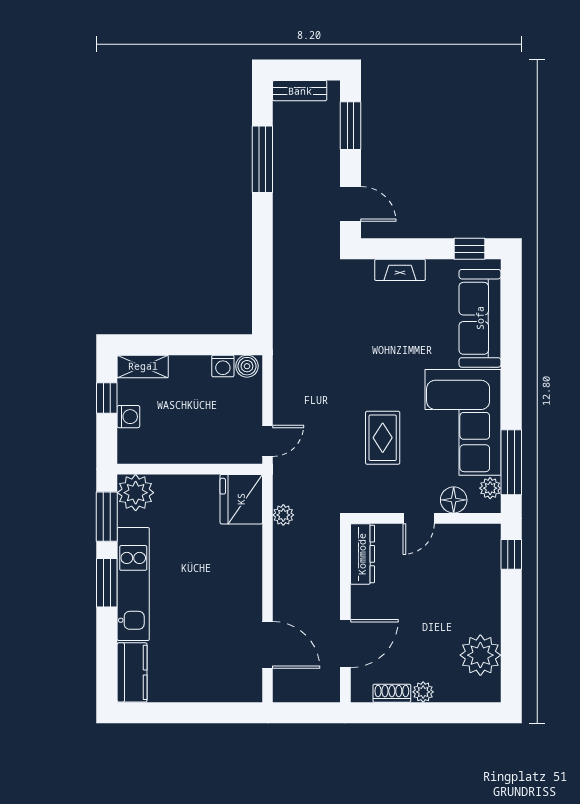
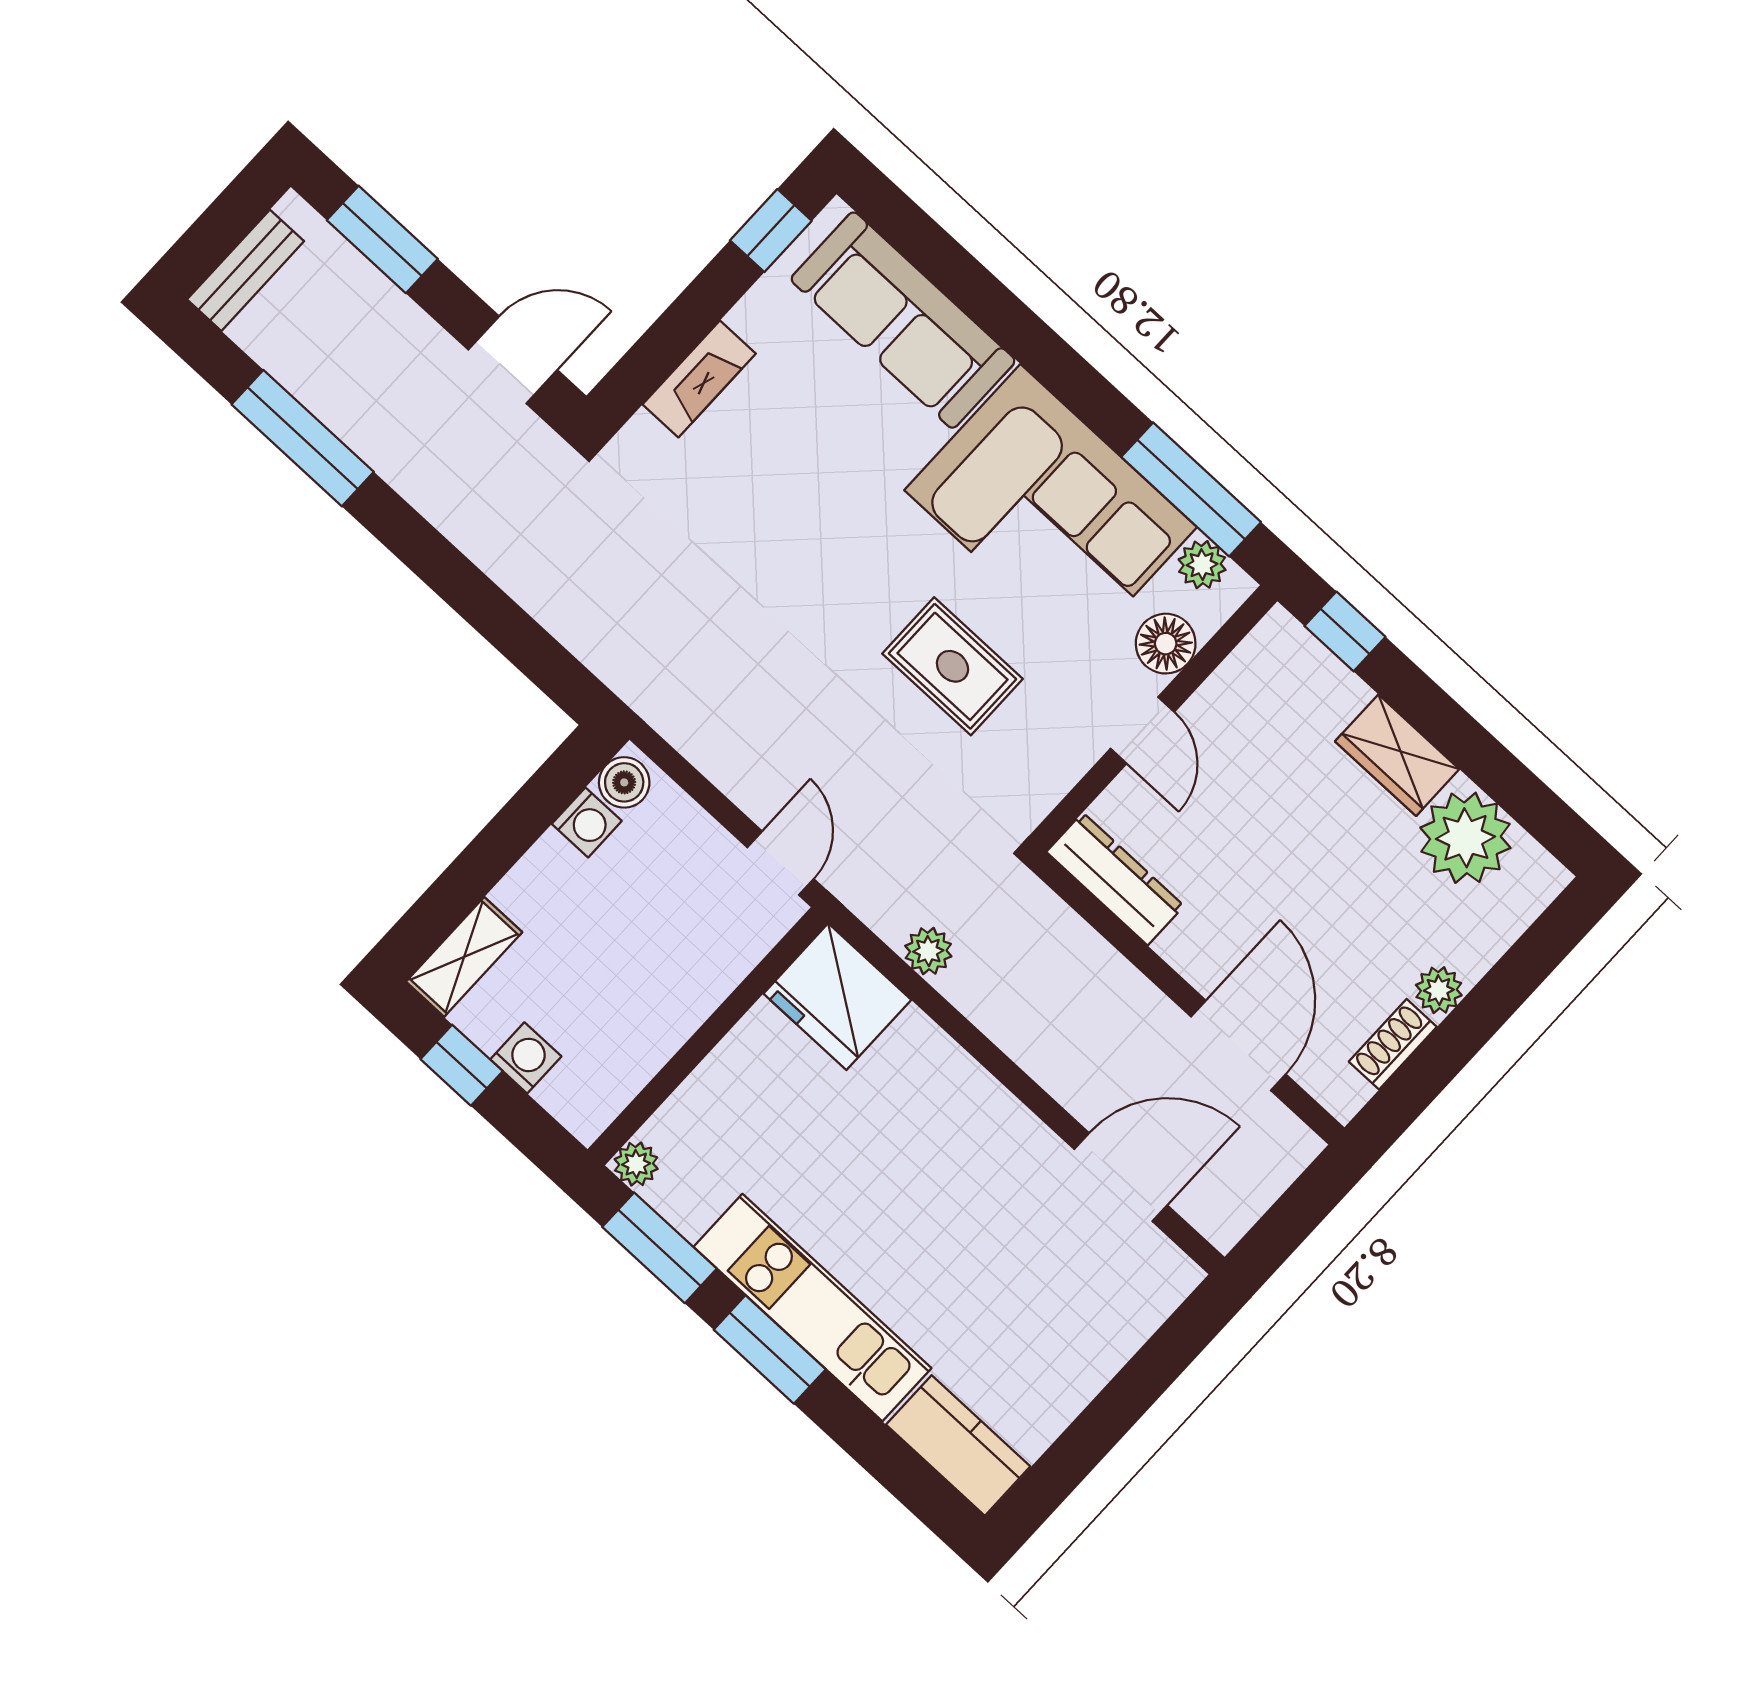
plant: (136, 493) -> (636, 1164), width x0.53, depth x0.53
wardrobe: (487, 608) -> (1397, 755), added

